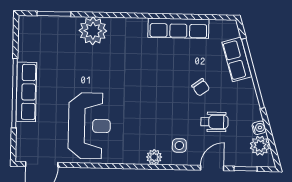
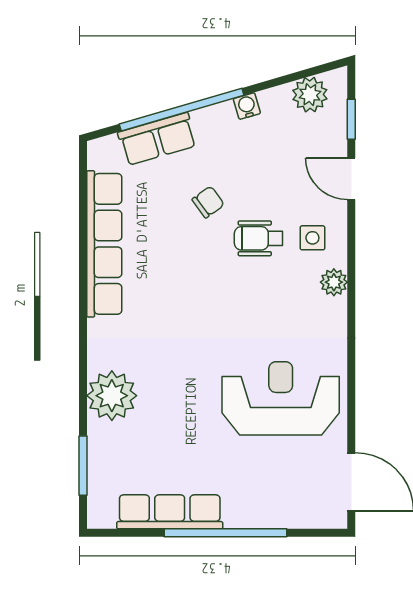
row of seats: (178, 28) -> (104, 244), width x1.36
row of seats: (26, 92) -> (170, 512), moved
wheelchair: (214, 122) -> (259, 238), moved, turned -90
water cooler: (259, 128) -> (247, 106), moved

